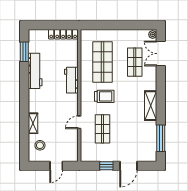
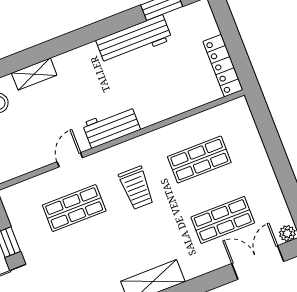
shop shelf: (102, 62) -> (199, 160), width x0.70, depth x0.74
workbench: (71, 80) -> (111, 127), moved
door: (79, 122) -> (70, 160), hinge flipped

